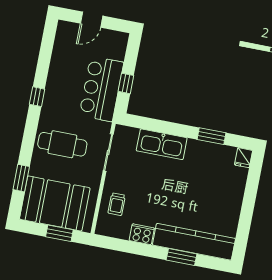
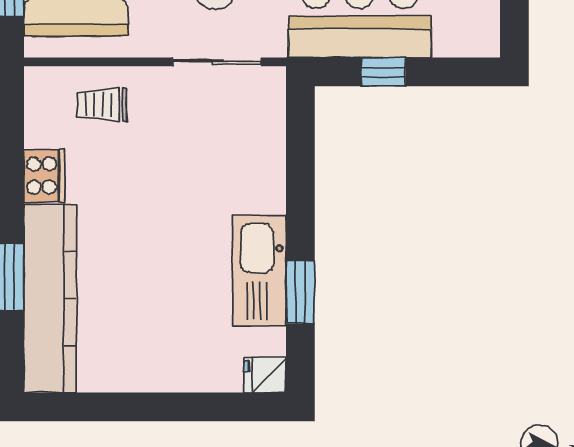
kitchen sink: (162, 144) -> (260, 271), moved

